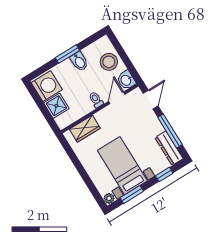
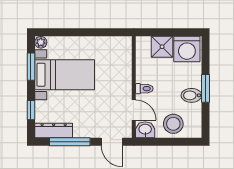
wardrobe: (85, 129) -> (123, 60), removed

